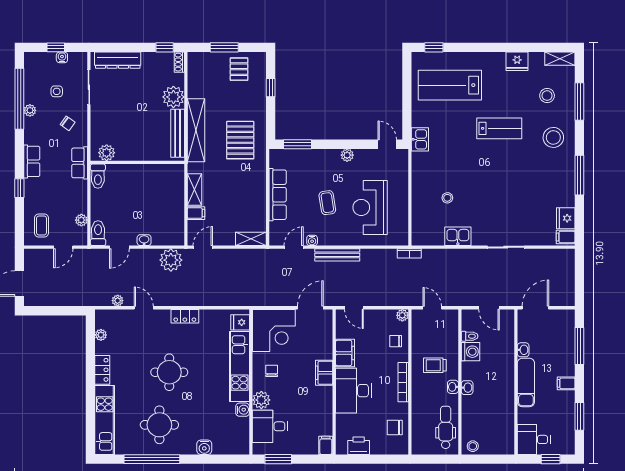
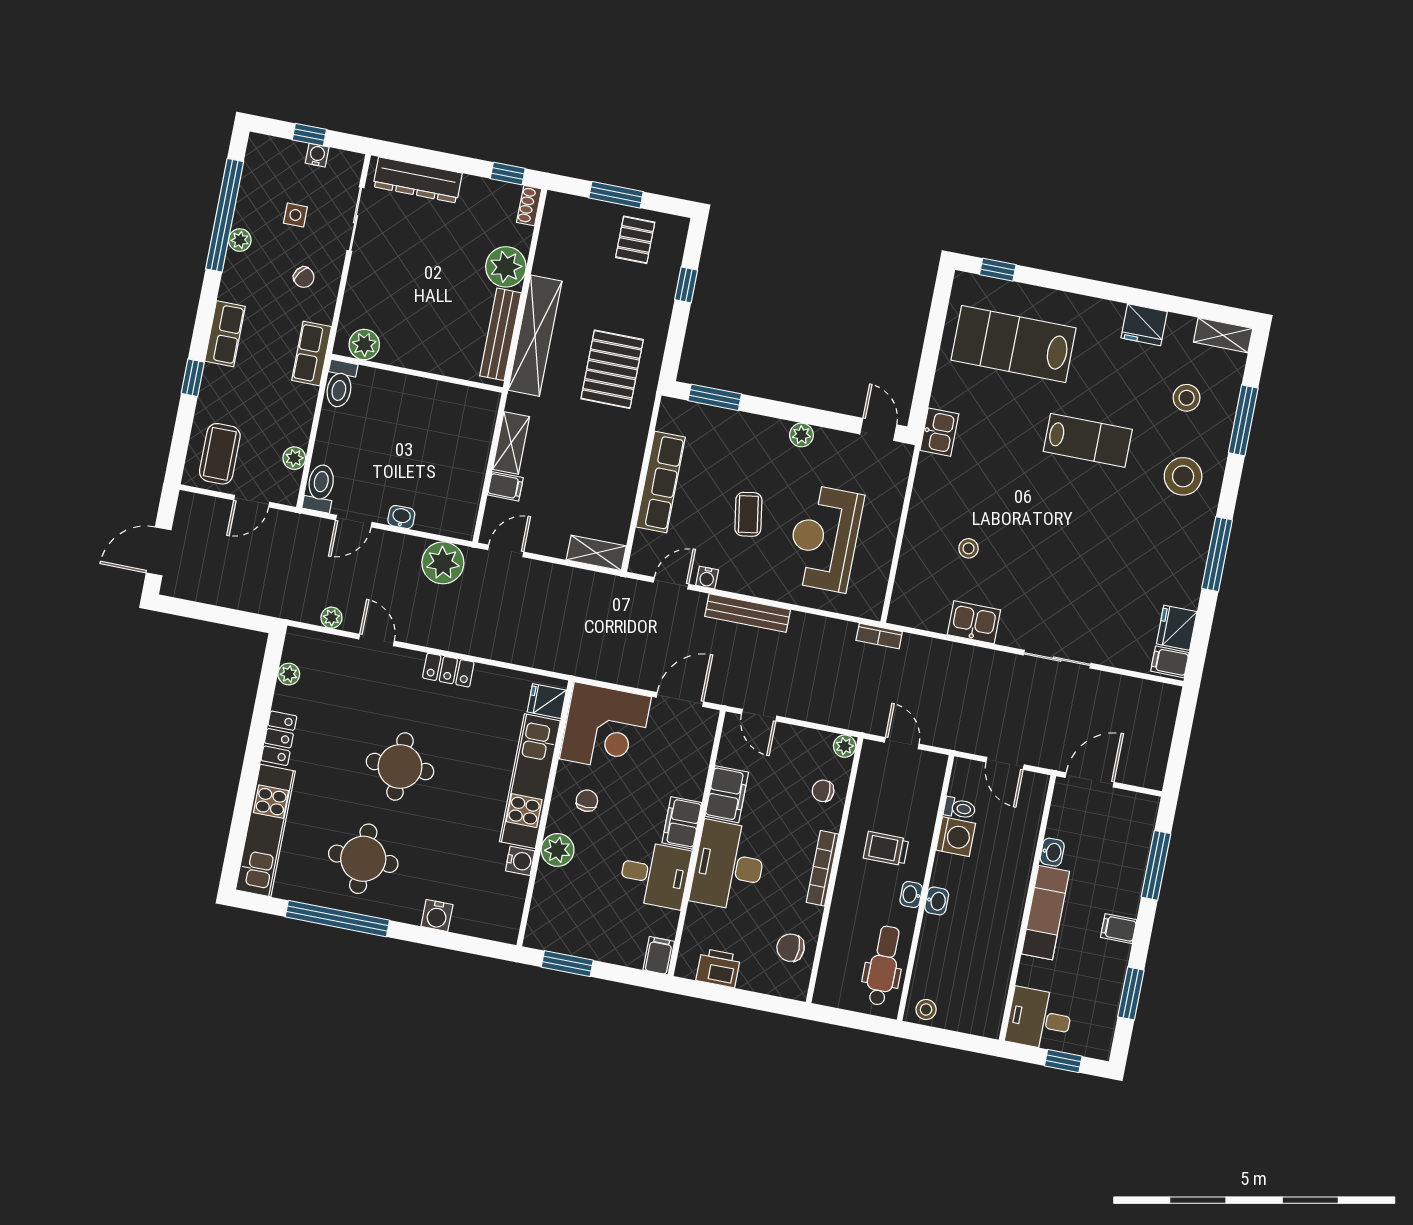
coffee table: (42, 225) -> (220, 454), width x1.36, depth x1.30
desk: (270, 426) -> (655, 875), moved, turned 180

